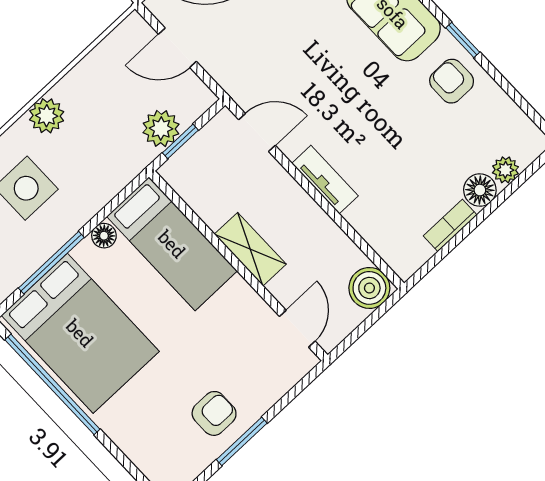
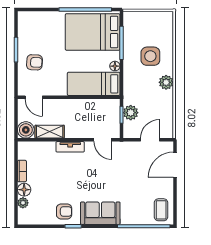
door: (257, 132) -> (103, 140), hinge flipped
shelving: (250, 249) -> (50, 132), moved
armchair: (214, 413) -> (34, 62), moved, turned -87

